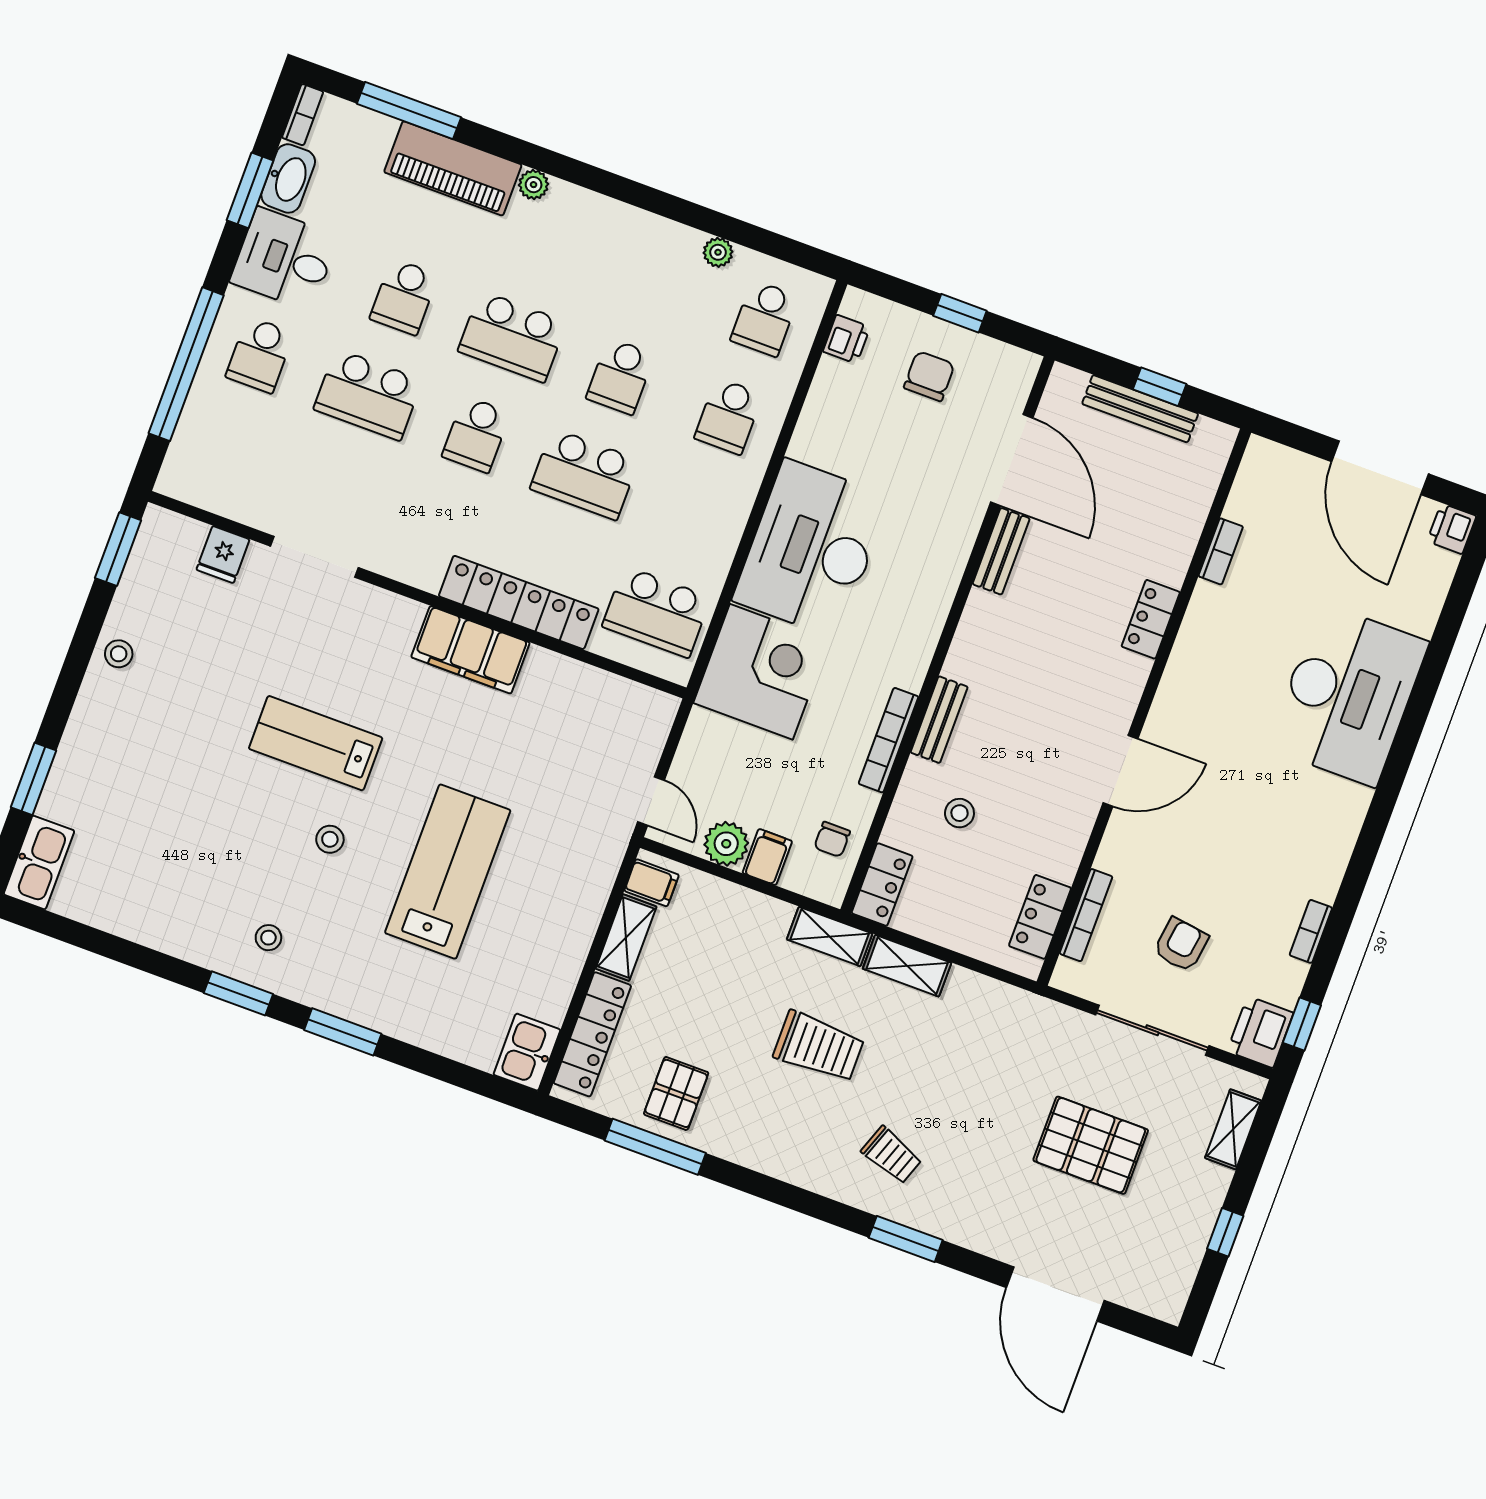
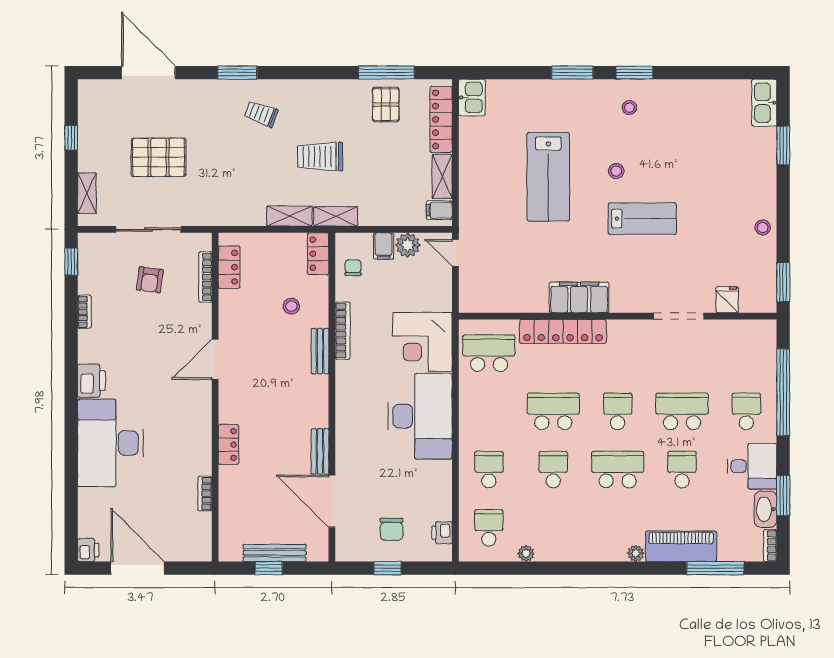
printer: (1260, 1032) -> (91, 381), moved

